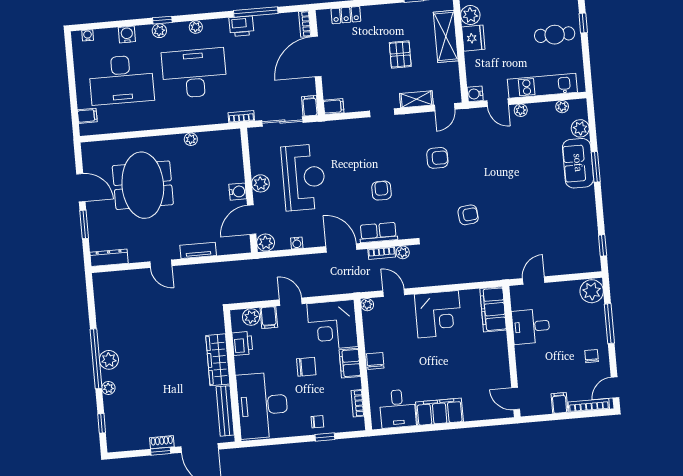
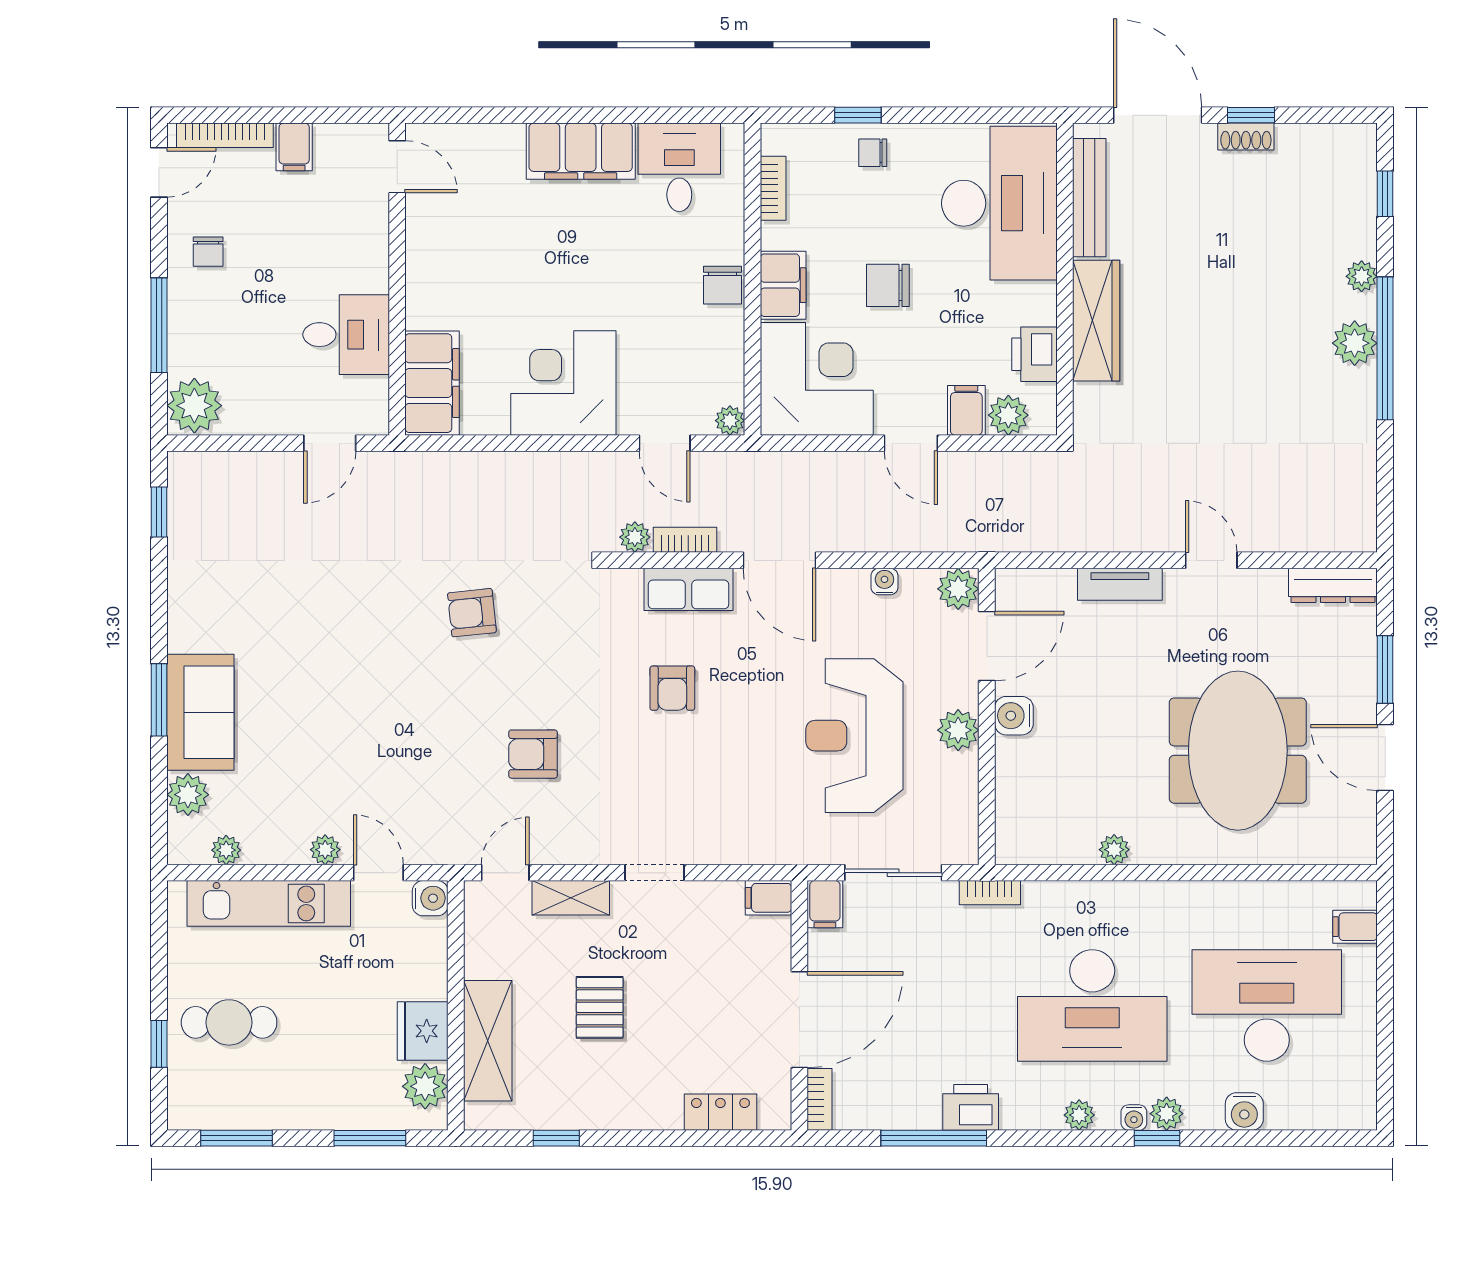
water cooler: (88, 35) -> (1134, 1118), moved

